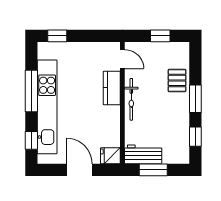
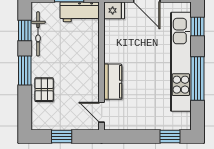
bicycle: (131, 99) -> (38, 34), moved, turned 180

